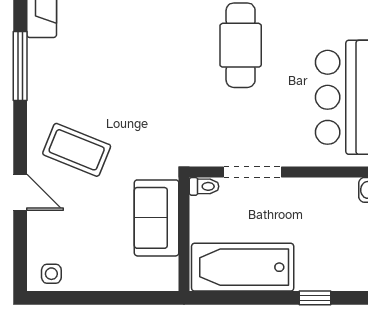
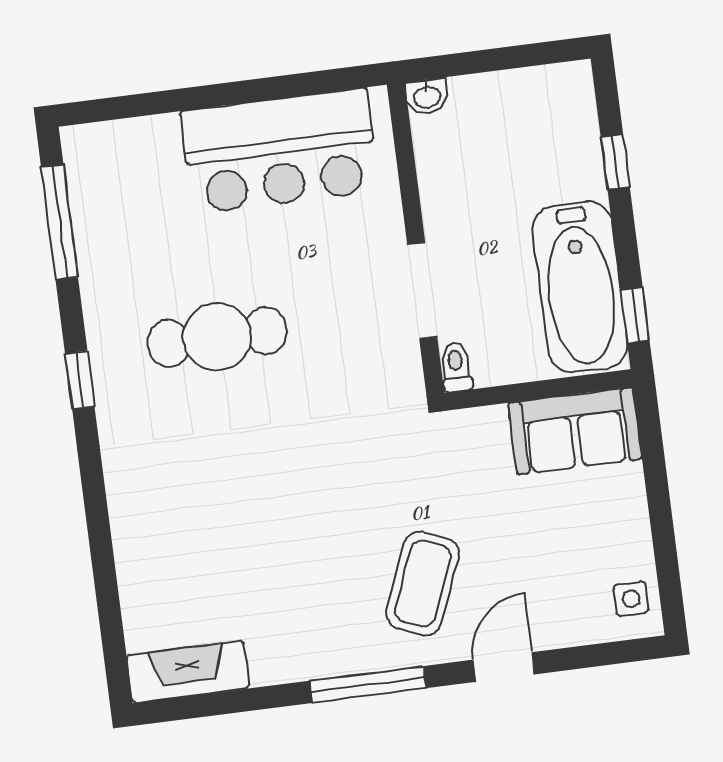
window: (20, 66) -> (368, 684), moved
sofa: (157, 218) -> (575, 431), moved
window: (221, 298) -> (635, 315), added

